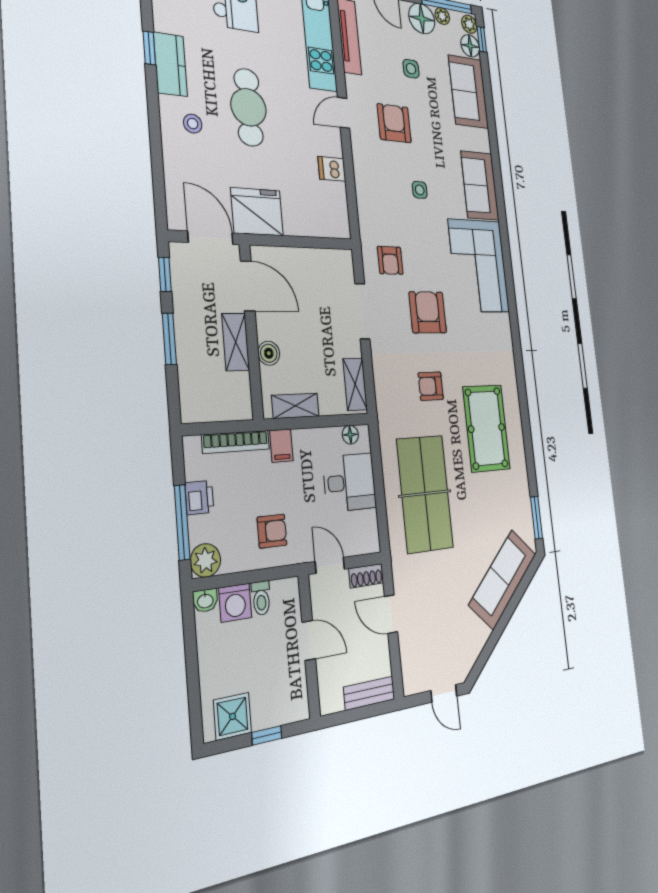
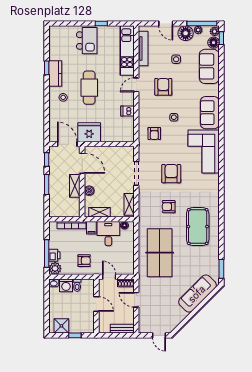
armchair: (390, 260) -> (154, 133), moved
desk: (349, 482) -> (108, 234), moved, turned -90
printer: (199, 498) -> (54, 255), moved

